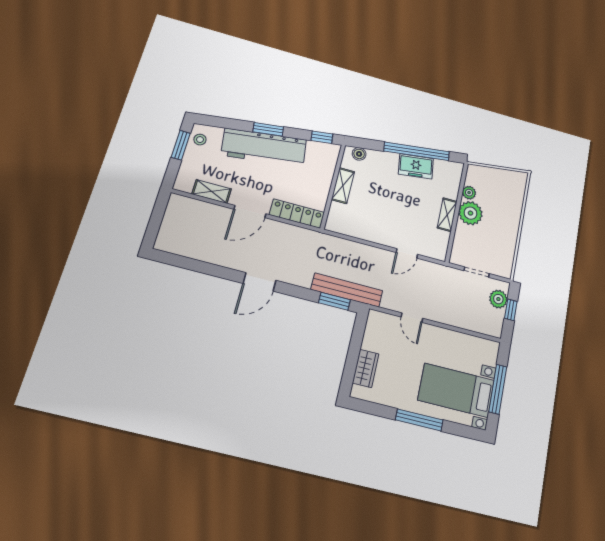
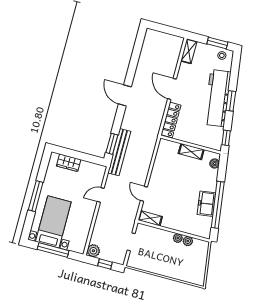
shelving: (212, 191) -> (189, 51), moved
plant: (470, 213) -> (178, 238), width x0.53, depth x0.53
shelving: (447, 215) -> (150, 218), moved
plant: (498, 299) -> (93, 251), moved

